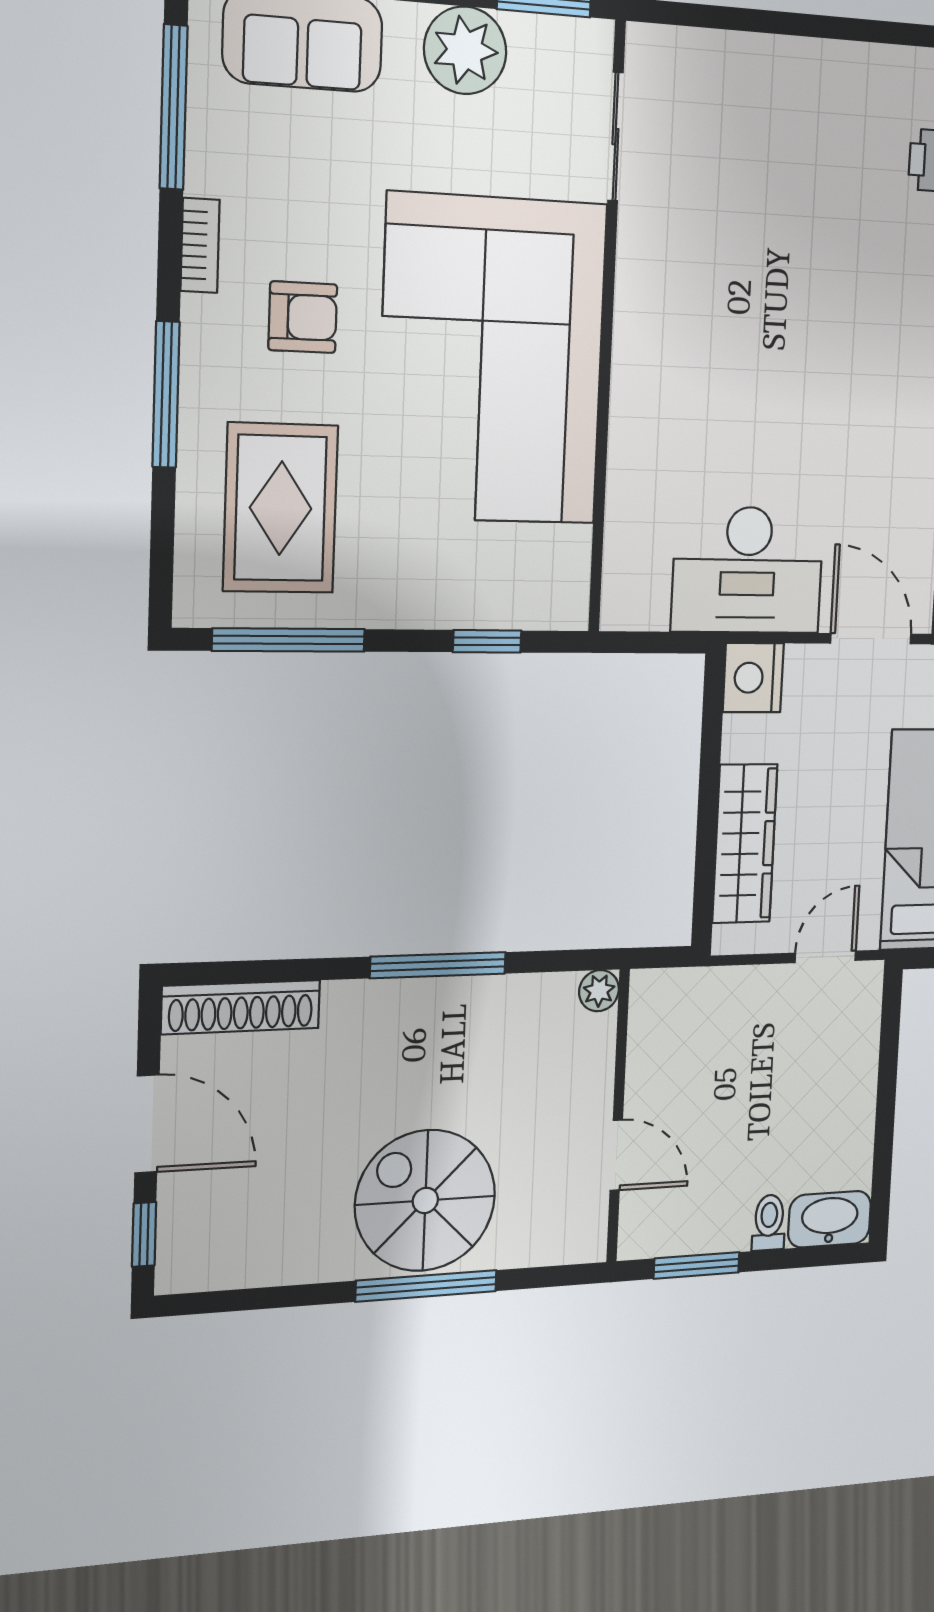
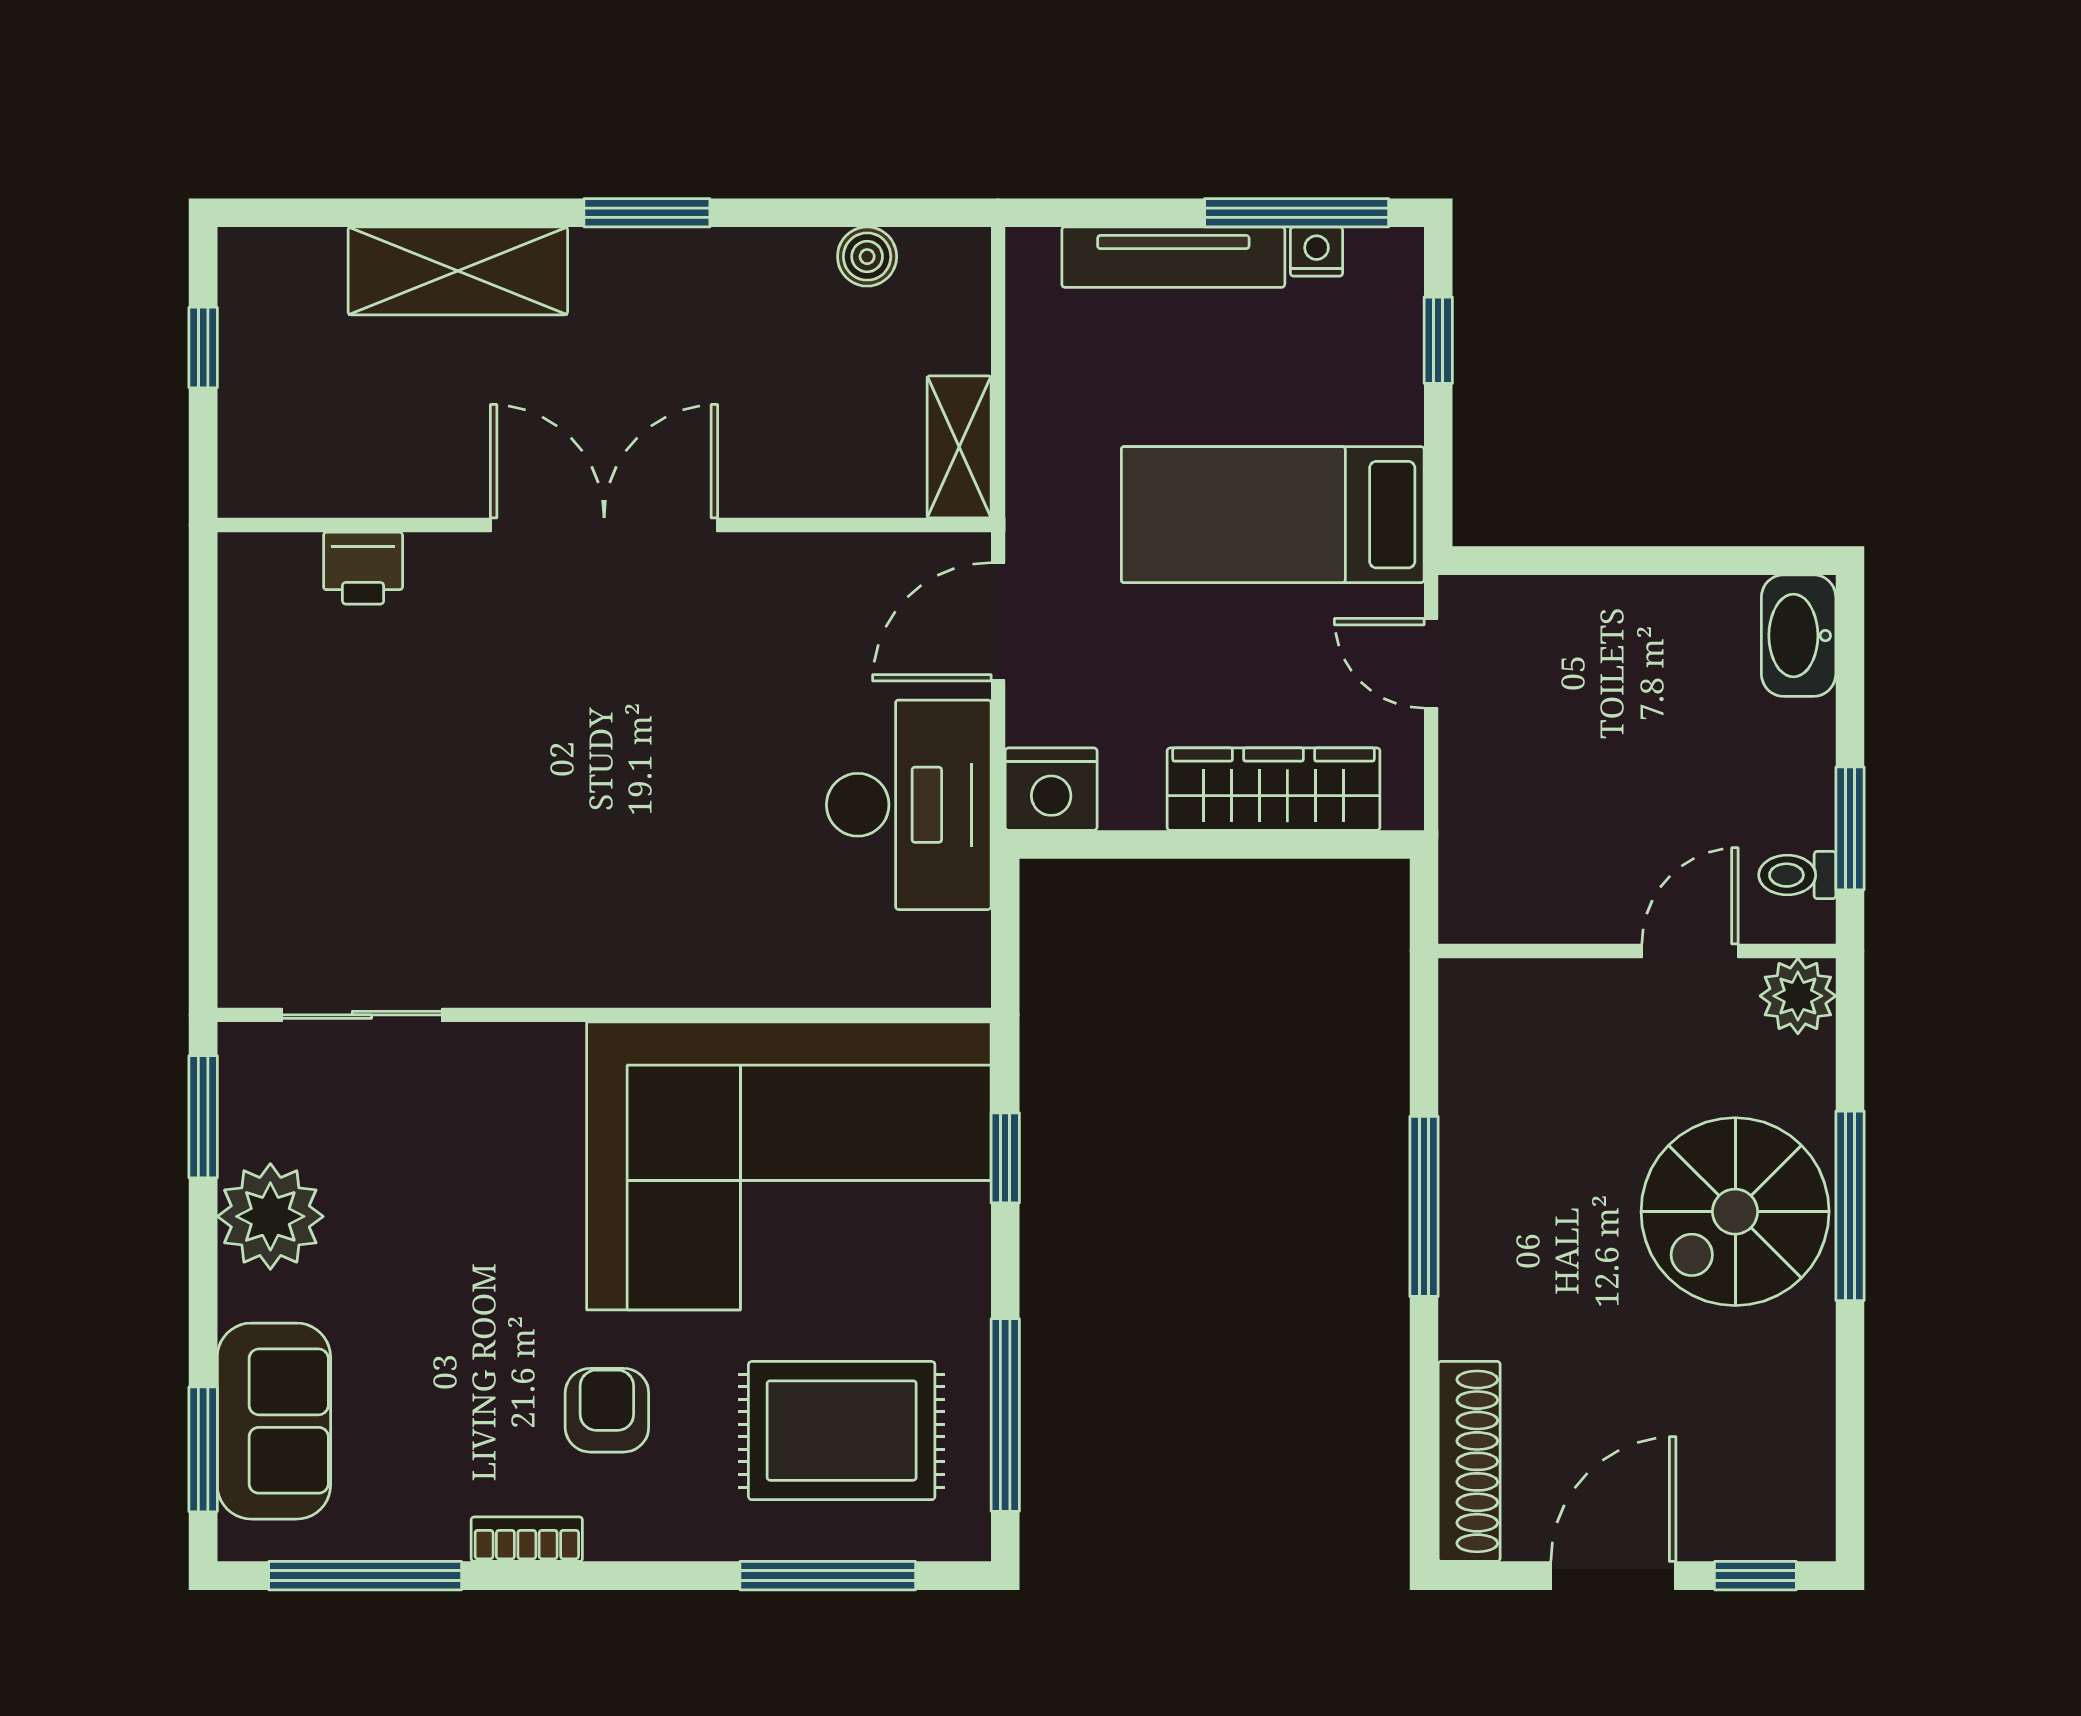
corner sofa: (492, 360) -> (789, 1166), moved
window: (166, 395) -> (828, 1576), moved
plant: (599, 991) -> (1798, 996), moved, width x1.38, depth x1.38
toilet: (769, 1223) -> (1797, 875), moved

